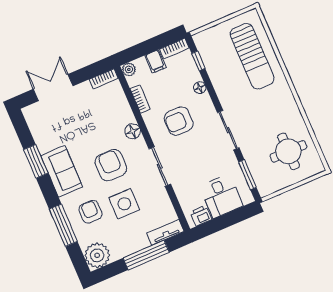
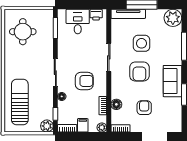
plant: (203, 40) -> (47, 126), added
sliding door: (228, 130) -> (55, 73), moved
floor lamp: (133, 131) -> (116, 104), moved
armchair: (91, 212) -> (144, 108), moved, turned 180
tv unit: (165, 232) -> (128, 14), width x1.41

